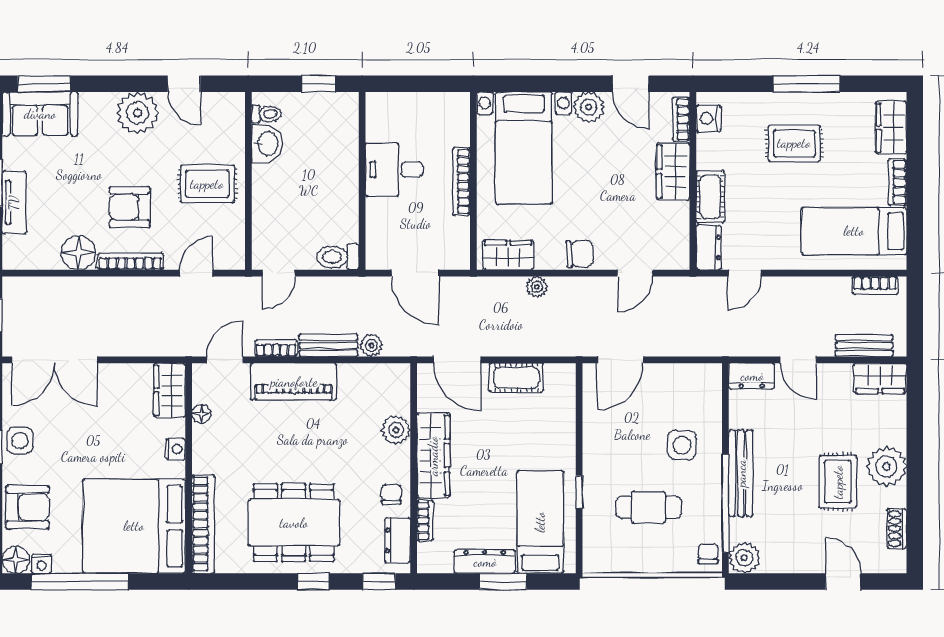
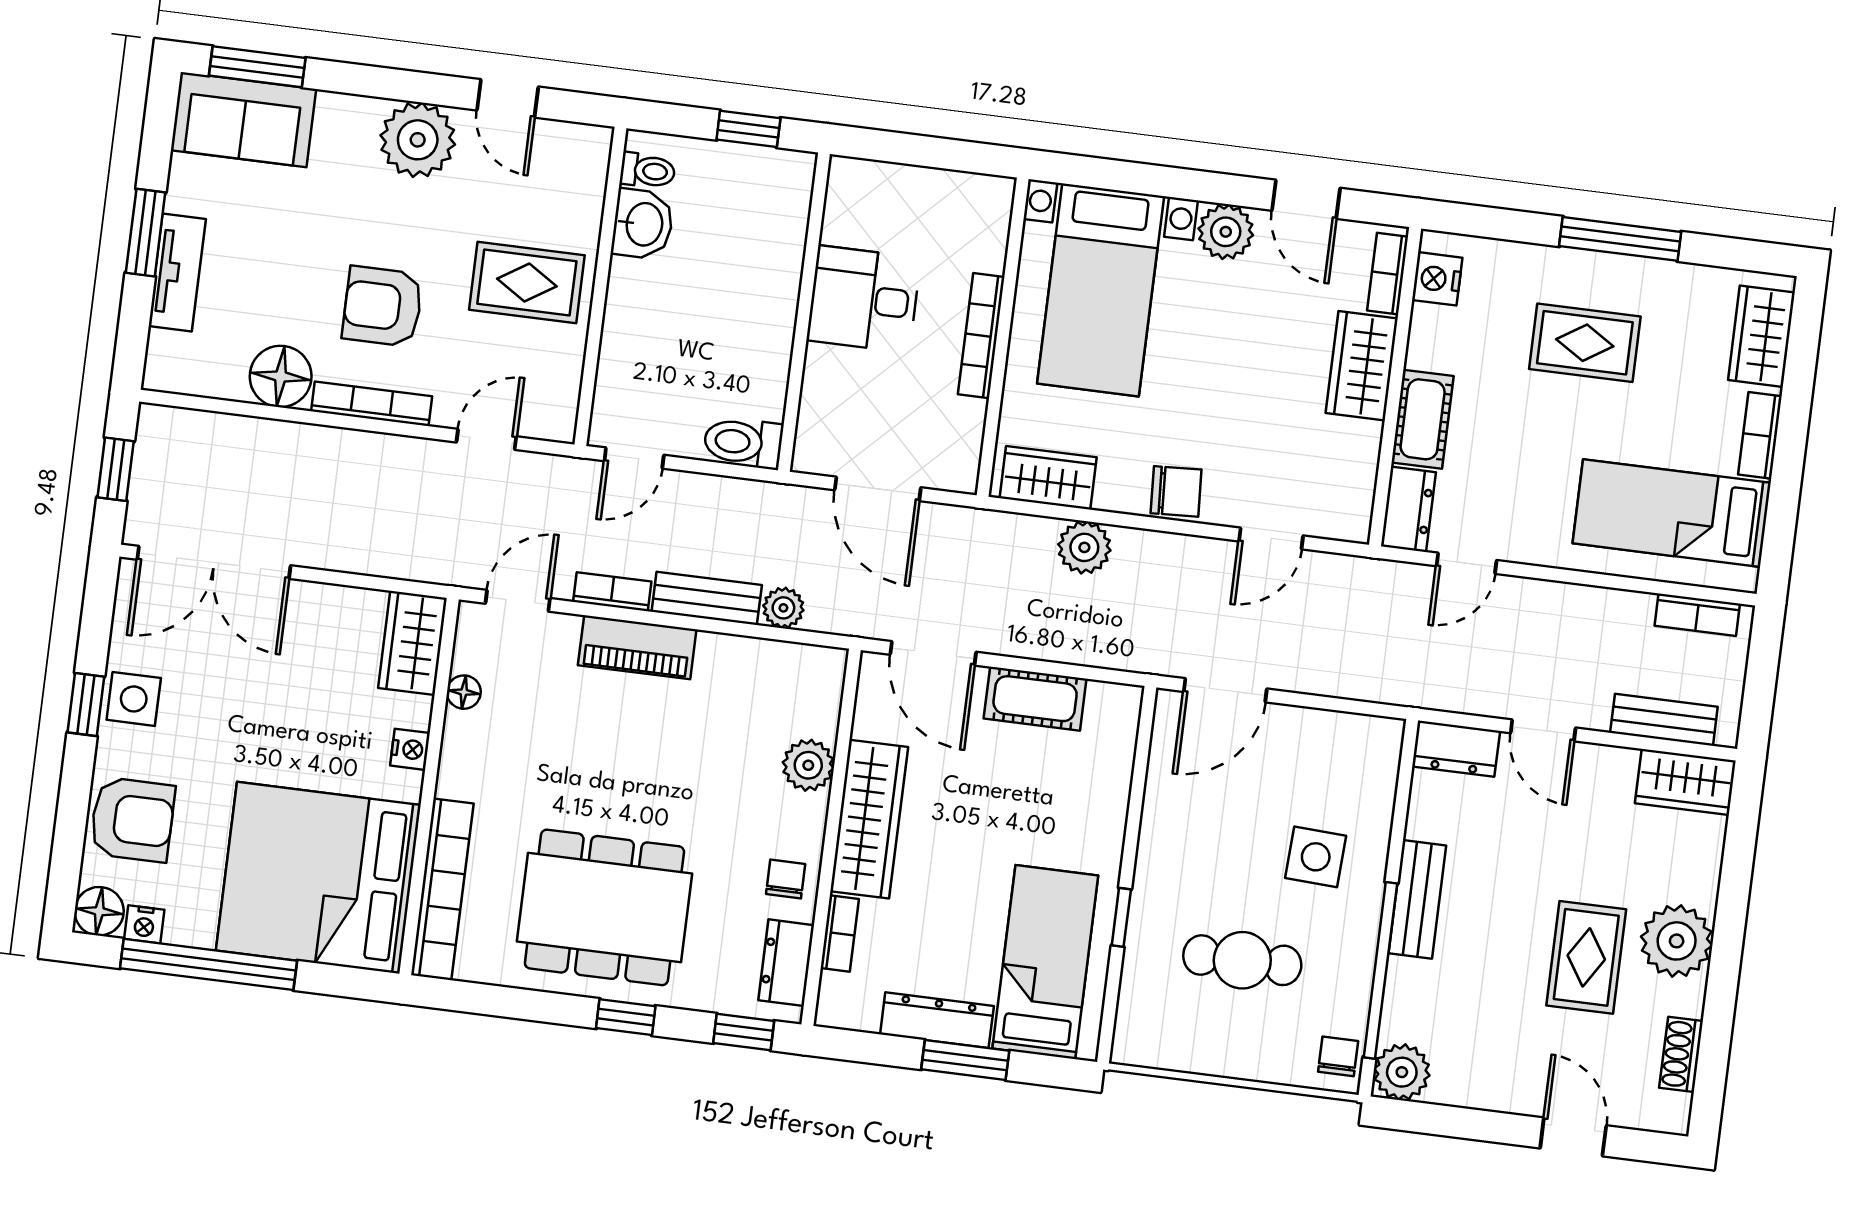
plant: (537, 287) -> (1084, 547), width x1.38, depth x1.38
piano: (294, 382) -> (637, 647), width x0.73, depth x0.75
bench: (741, 473) -> (1417, 899), width x0.73

